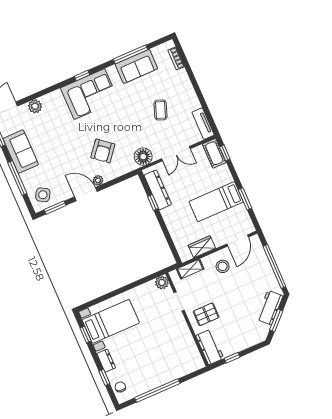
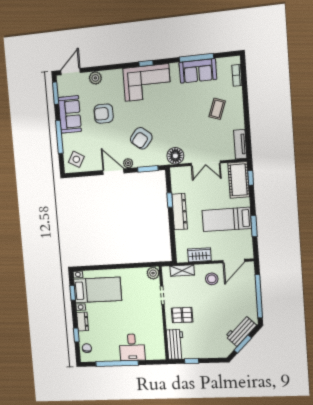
coffee table: (160, 110) -> (217, 109), moved
armchair: (56, 139) -> (104, 114), added
cot: (214, 153) -> (239, 180), width x1.37, depth x1.34
dresser: (158, 190) -> (180, 212), moved
window: (55, 208) -> (148, 169), moved
desk: (167, 367) -> (132, 347), added

